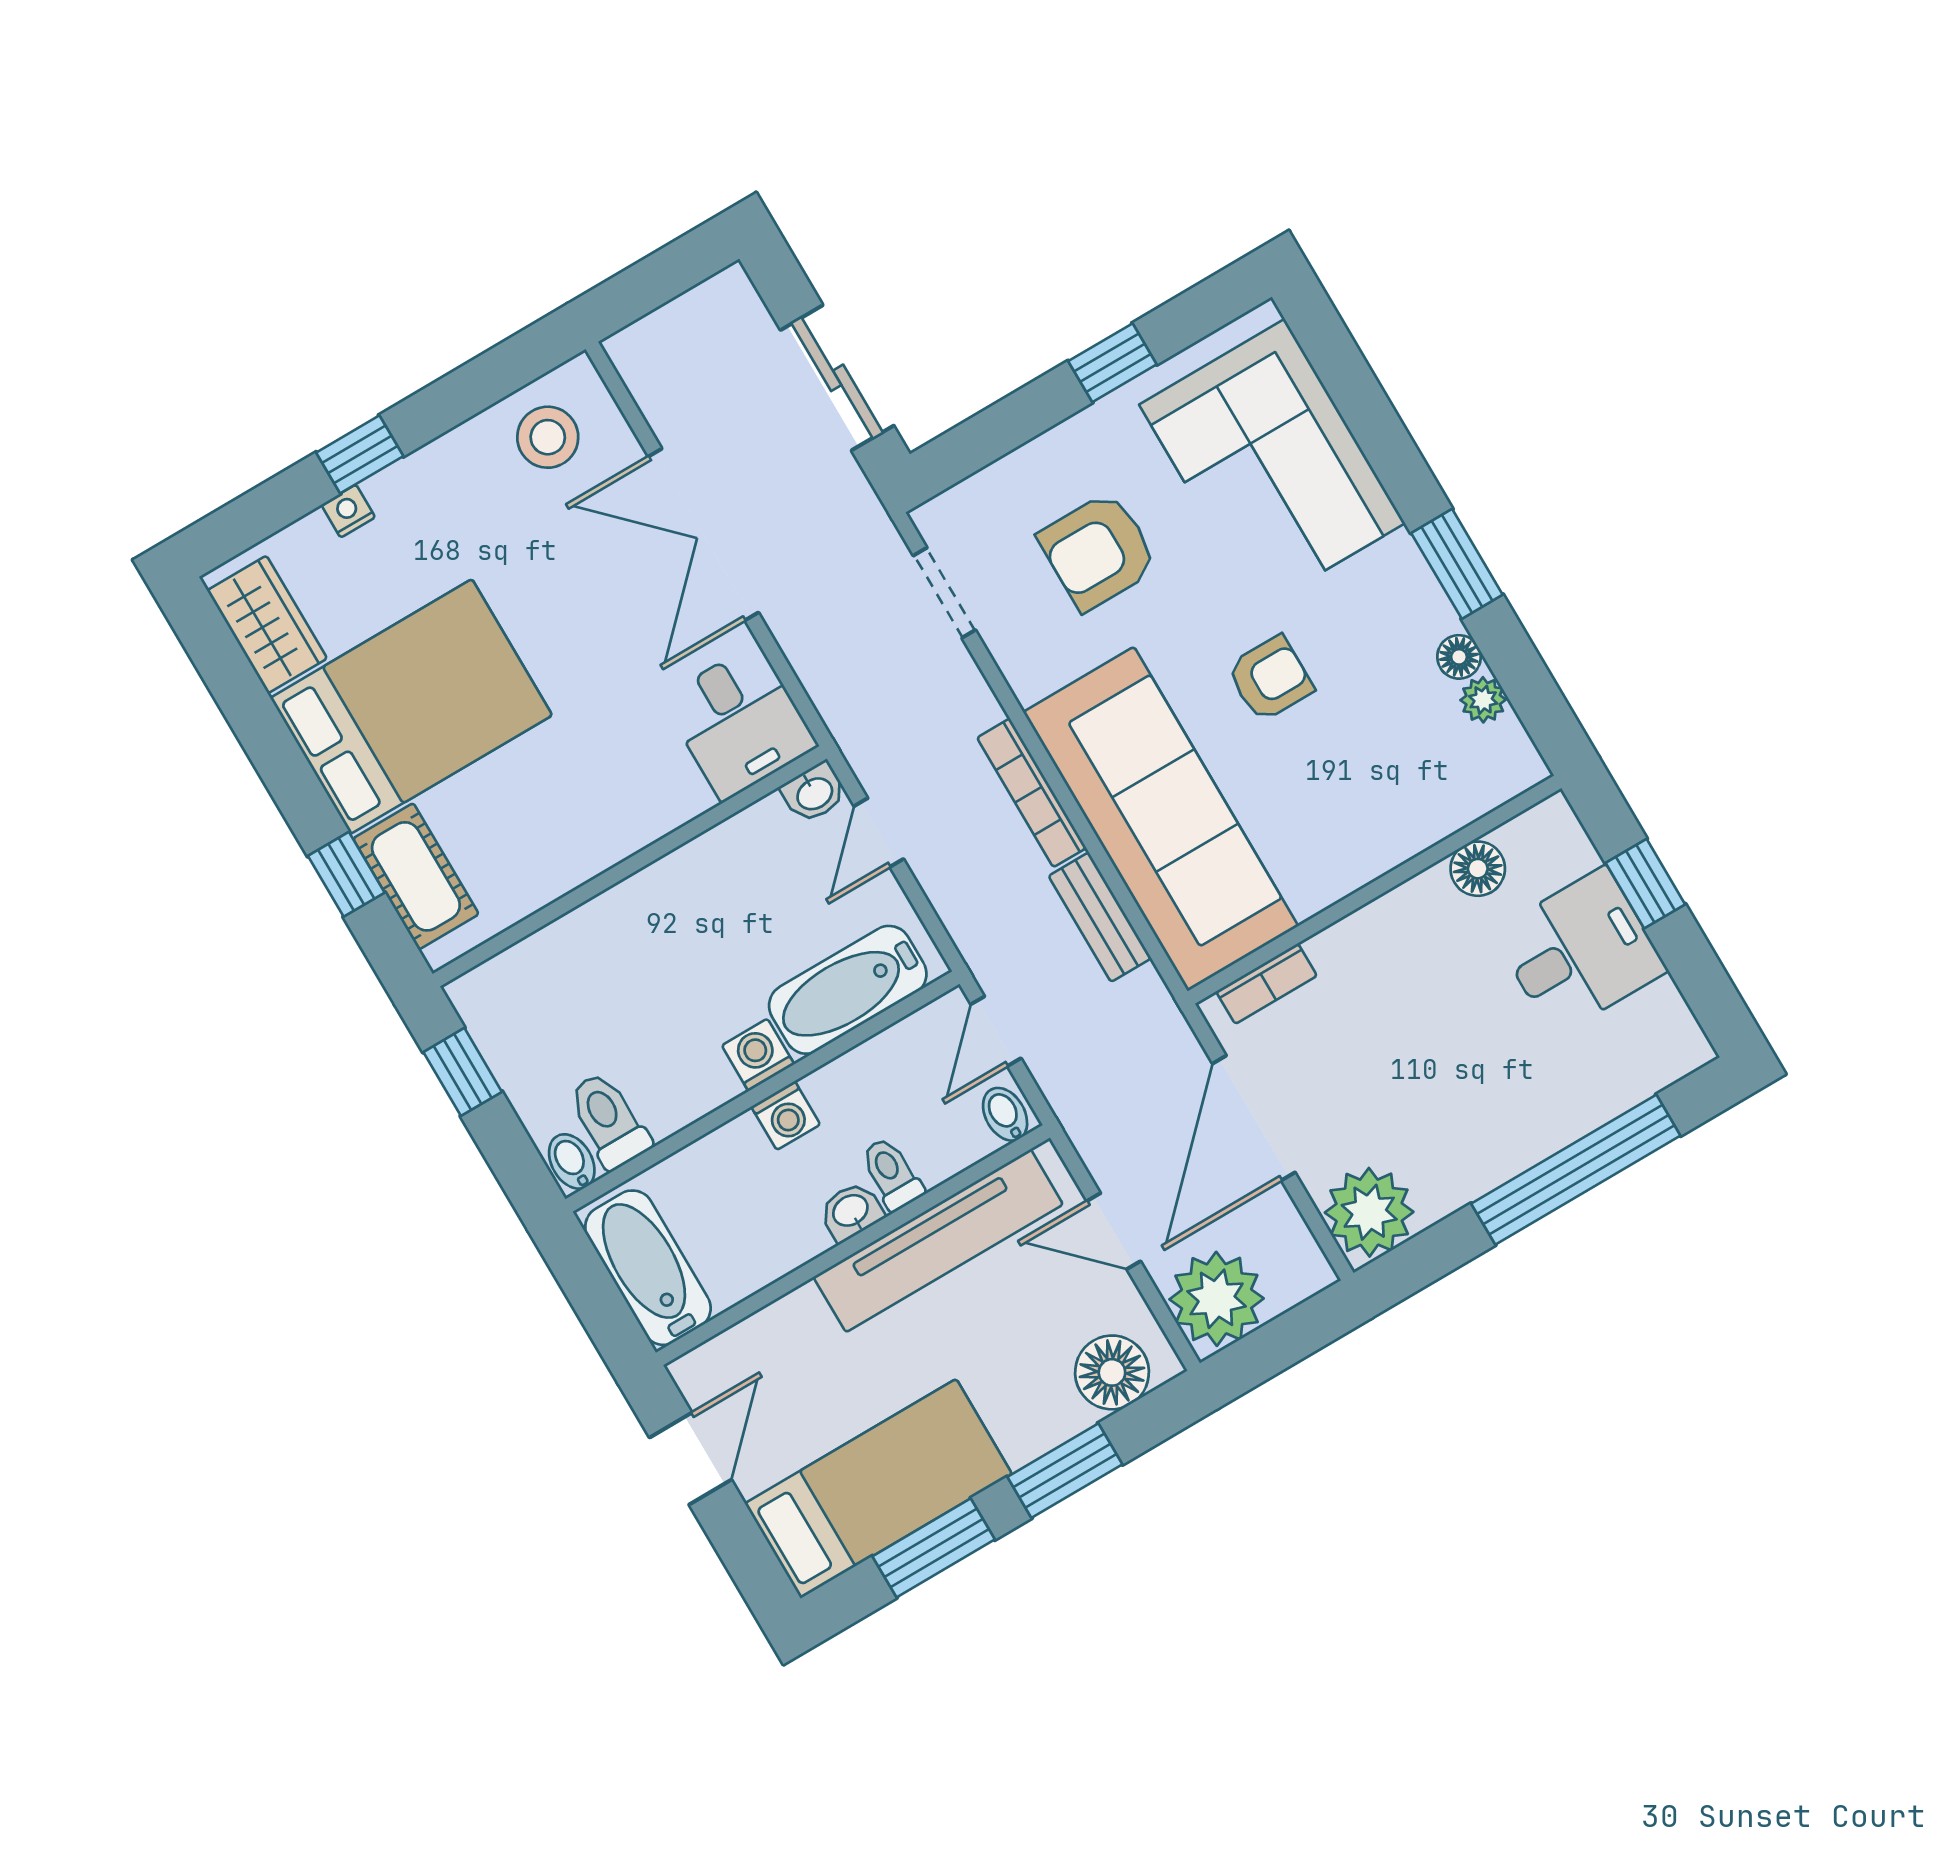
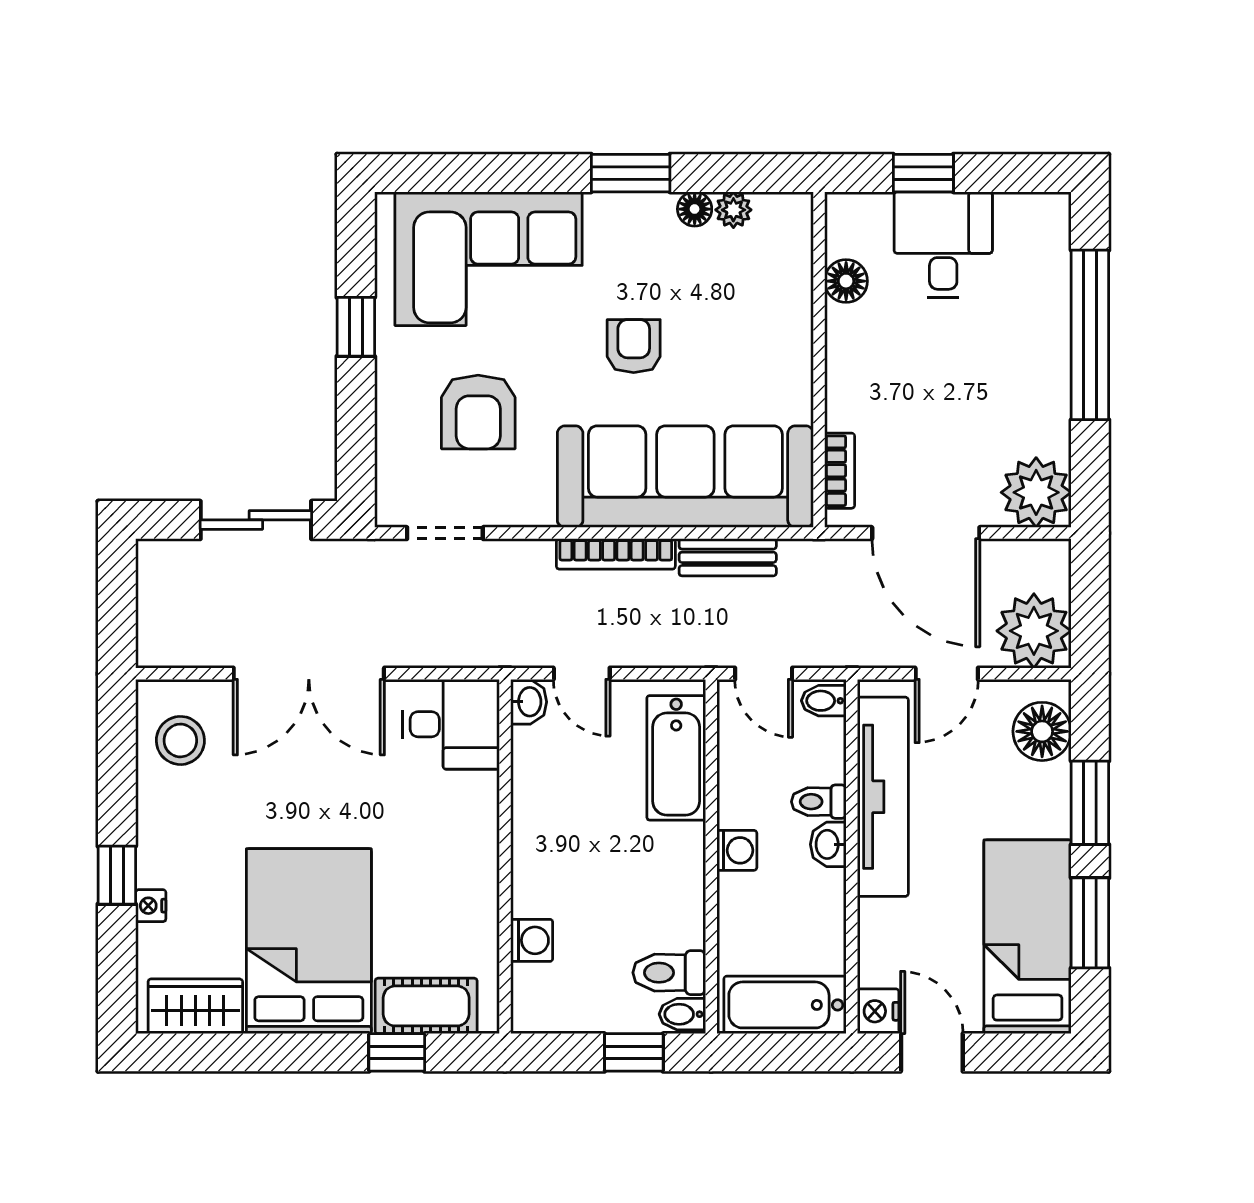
washing machine: (758, 1055) -> (532, 940), moved, turned 180
window: (463, 1072) -> (634, 1052), moved
nightstand: (701, 1373) -> (878, 1011), added

